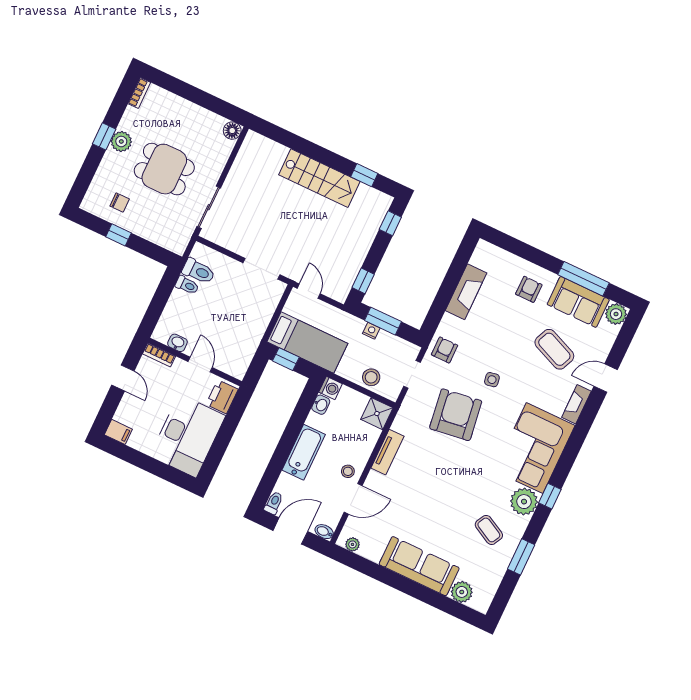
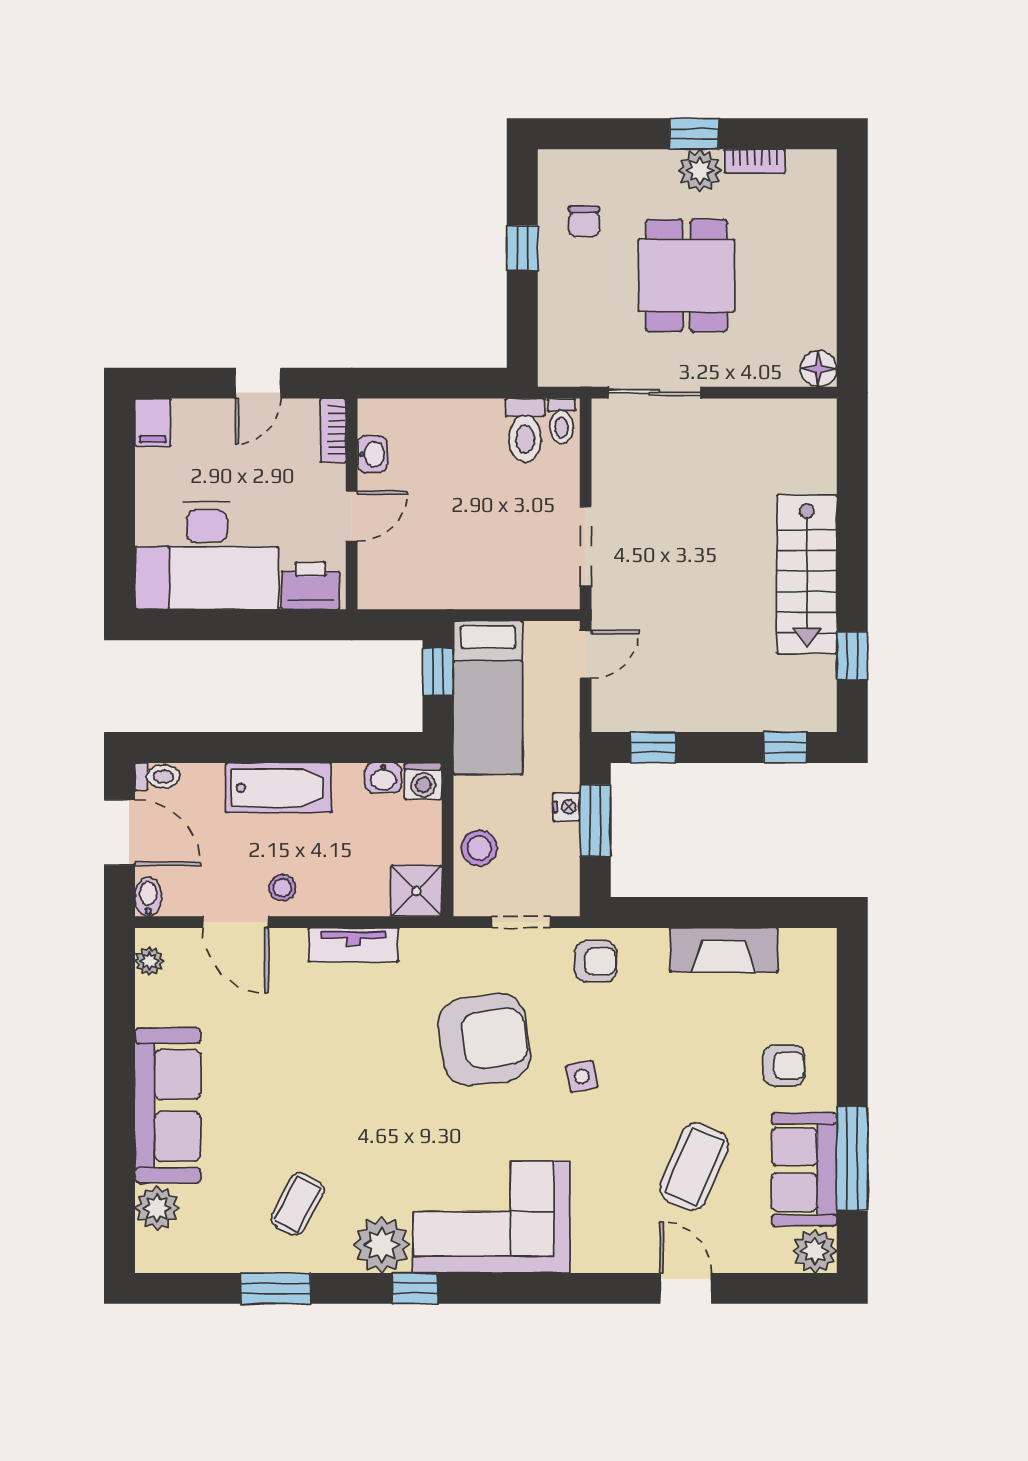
bookcase: (139, 93) -> (755, 161), moved
toilet: (187, 285) -> (561, 421), moved
fireplace: (576, 404) -> (611, 1257), removed

